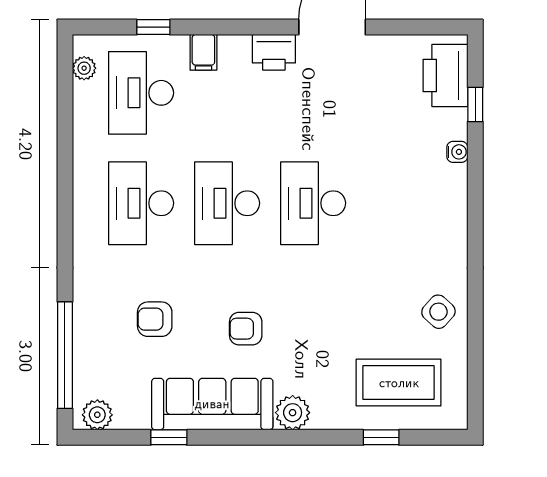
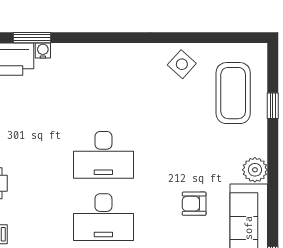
window: (475, 104) -> (32, 38), width x1.50
water cooler: (457, 152) -> (43, 51), moved
armchair: (246, 329) -> (194, 204), turned 90

